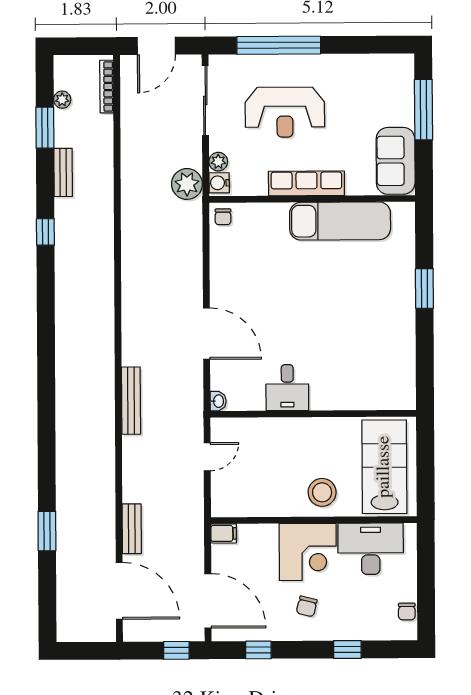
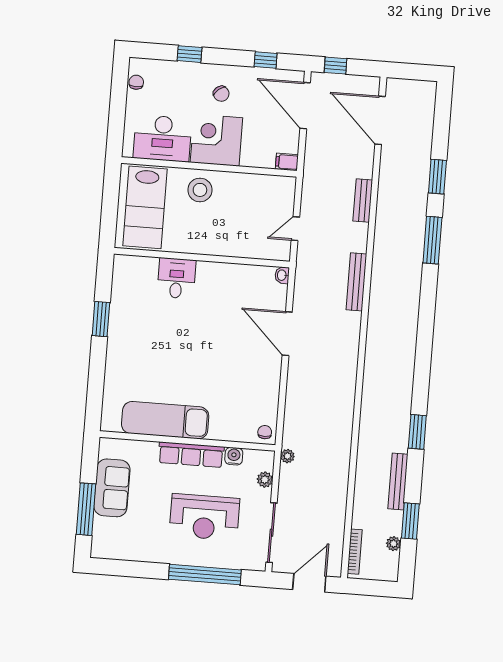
reception desk: (285, 112) -> (204, 517), turned 180
sofa: (396, 161) -> (112, 488), moved
bench: (63, 172) -> (398, 481), width x1.36
water cooler: (219, 183) -> (234, 456), moved, turned -90
plant: (187, 184) -> (287, 456), width x0.53, depth x0.53
window: (45, 232) -> (417, 432), width x1.50
window: (424, 288) -> (101, 319), moved
desk: (287, 388) -> (176, 278), moved
window: (47, 457) -> (432, 240), added
bench: (132, 529) -> (363, 201), moved
chair: (307, 606) -> (221, 94), turned 127

